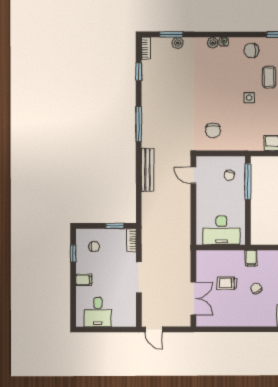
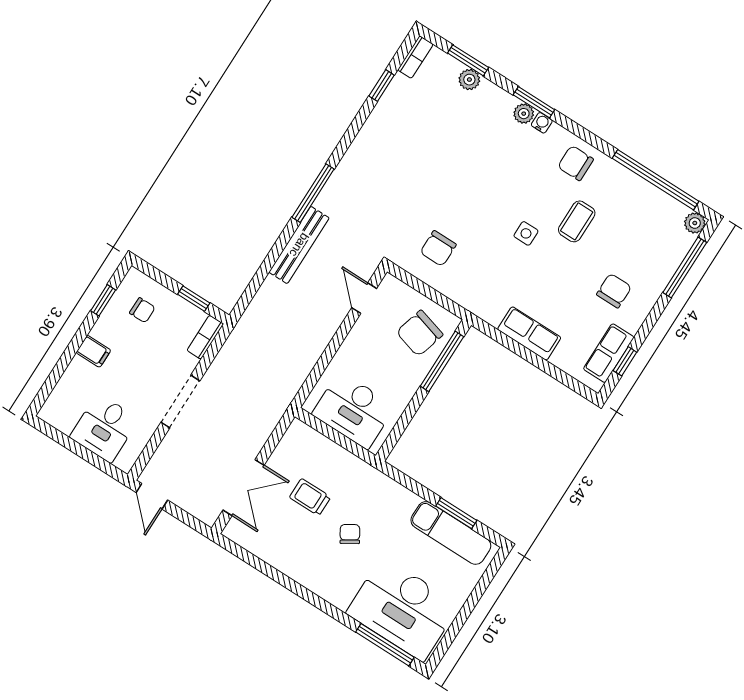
window: (214, 35) -> (534, 102), added
window: (139, 124) -> (313, 193), moved
chair: (229, 175) -> (420, 333), width x1.87, depth x1.87
filing cabinet: (251, 258) -> (372, 482), removed
desk: (98, 312) -> (104, 428), moved

